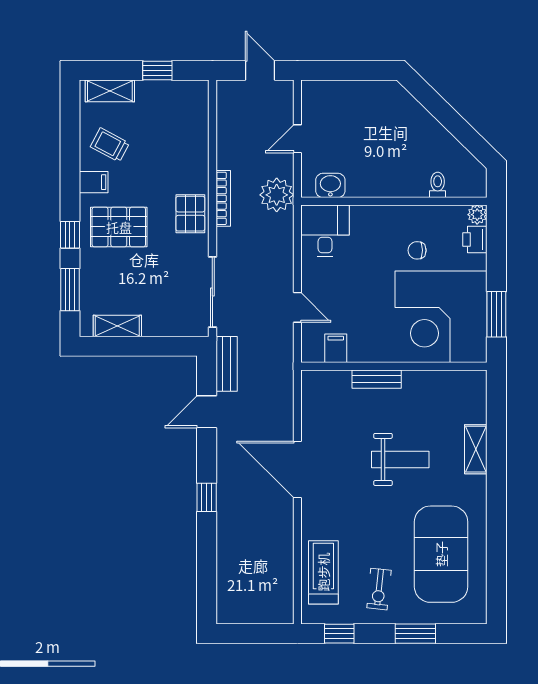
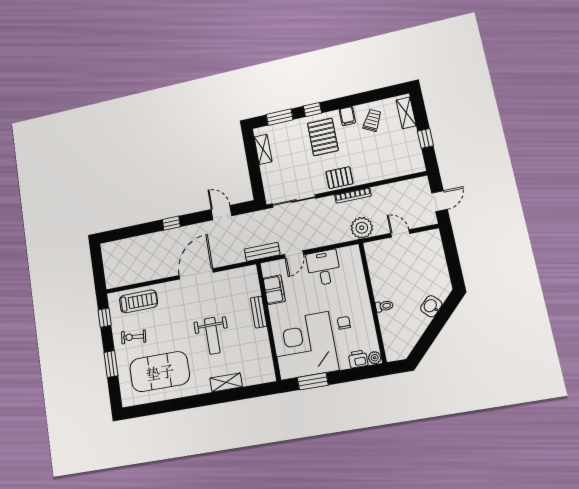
washbasin: (330, 185) -> (431, 306), moved, turned -135
toilet: (438, 185) -> (384, 306), moved
desk: (325, 231) -> (323, 268), moved, turned -90
filing cabinet: (336, 348) -> (274, 290), width x2.00
bench: (227, 364) -> (262, 252), moved

